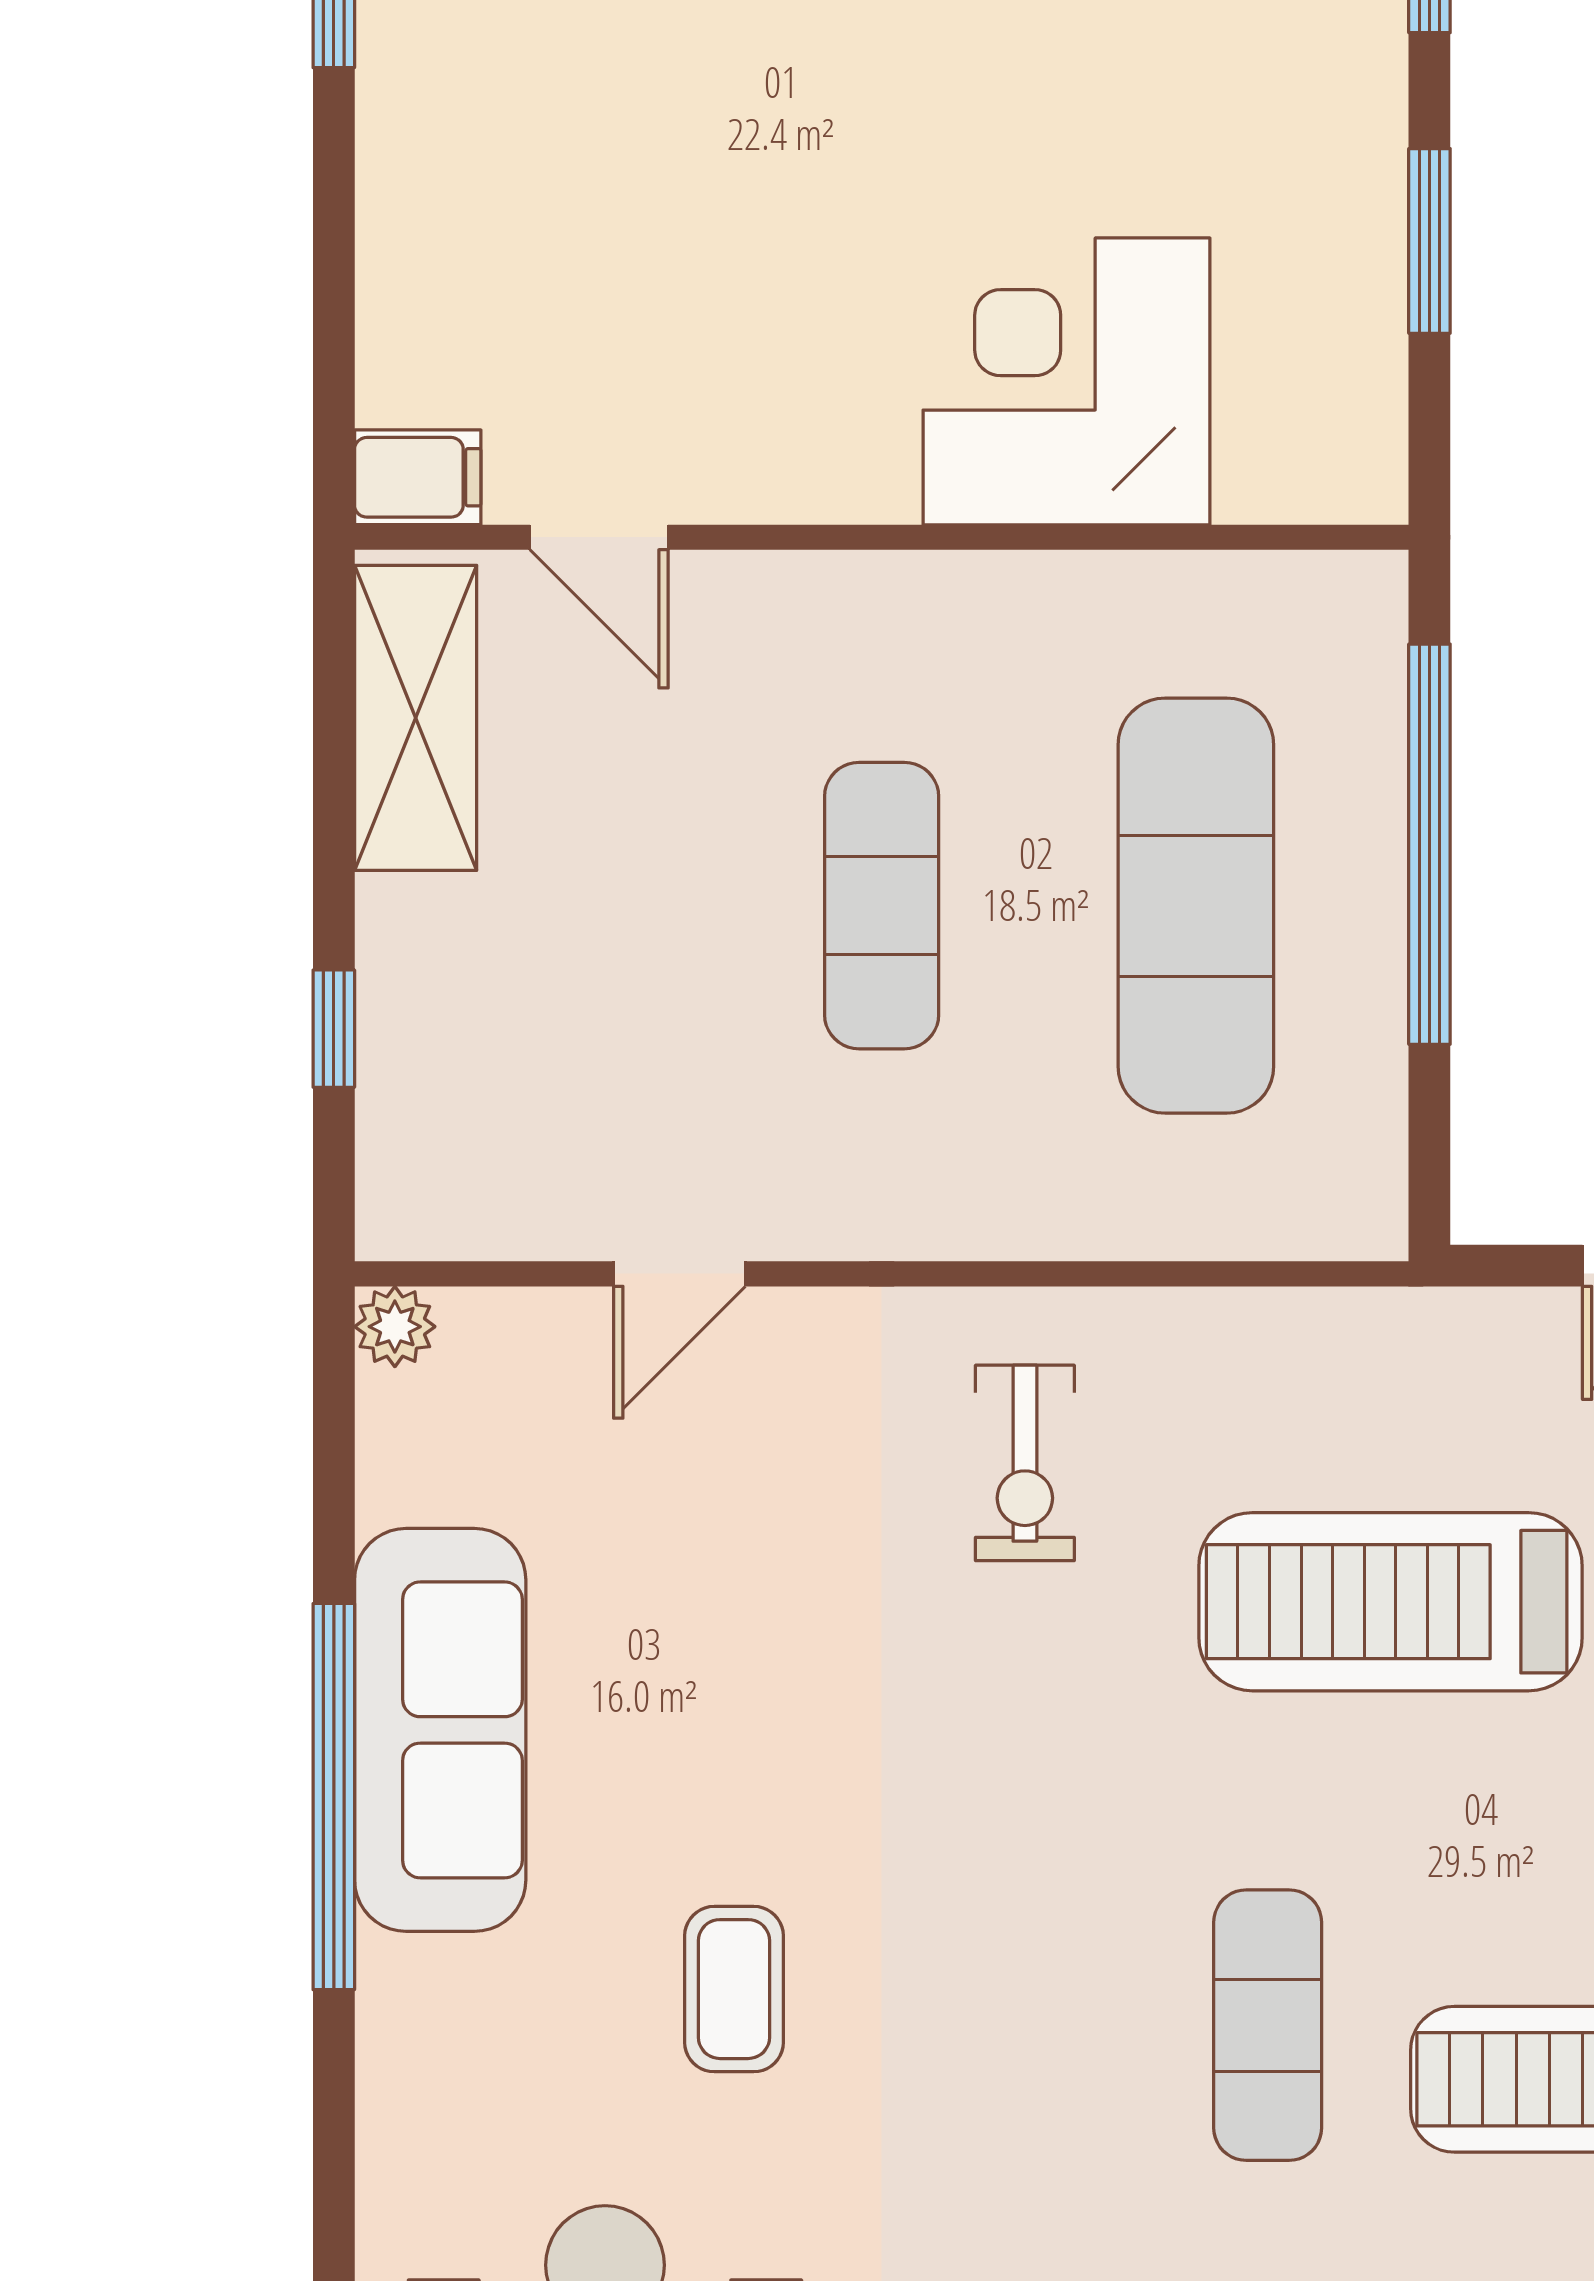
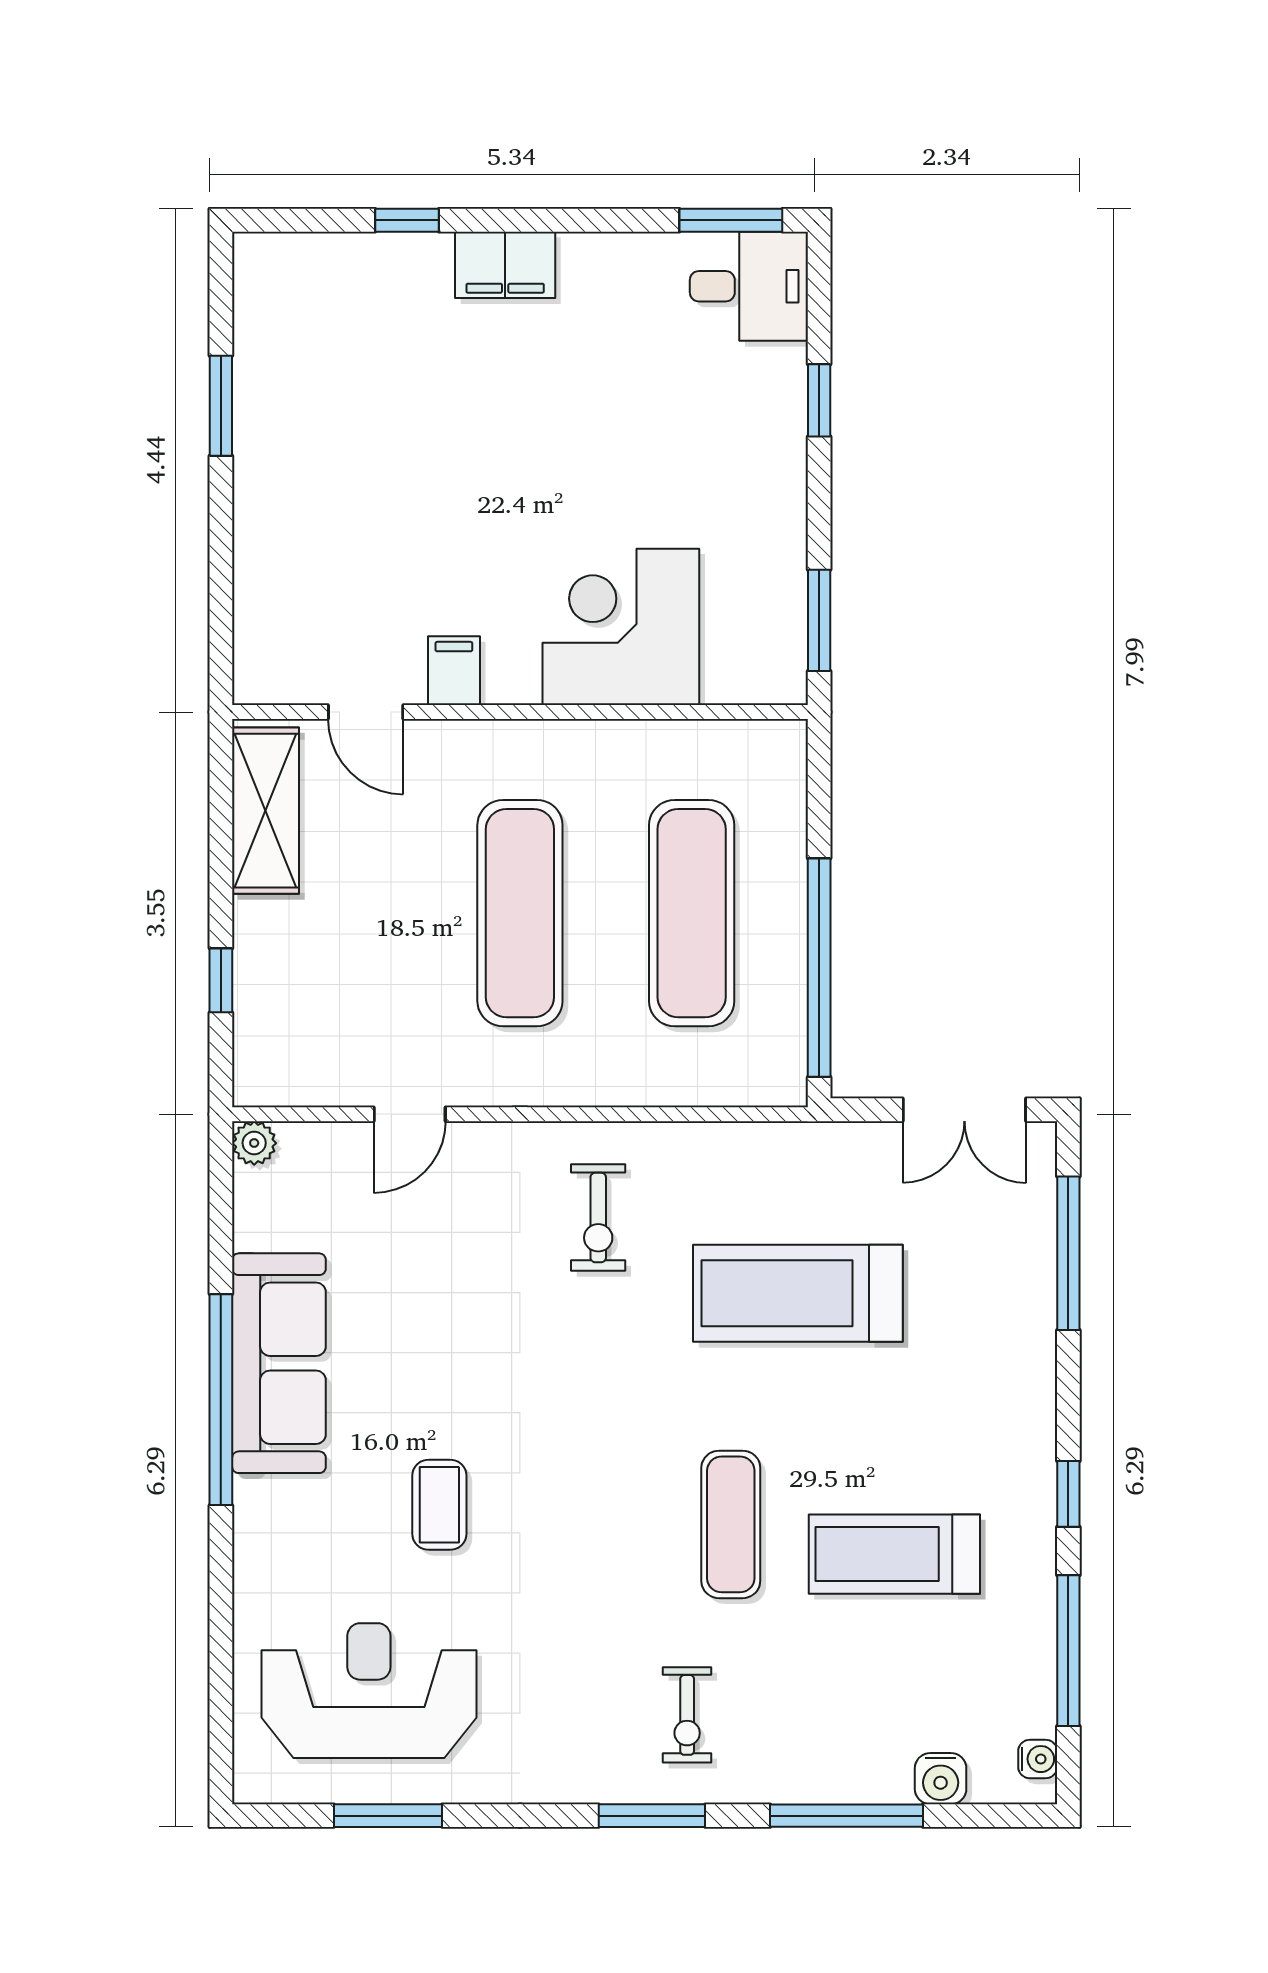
window: (1429, 241) -> (819, 620), moved
filing cabinet: (418, 477) -> (454, 671), moved, turned -90
window: (1429, 844) -> (819, 968), moved
exercise mat: (882, 906) -> (520, 913), width x1.36, depth x1.45

